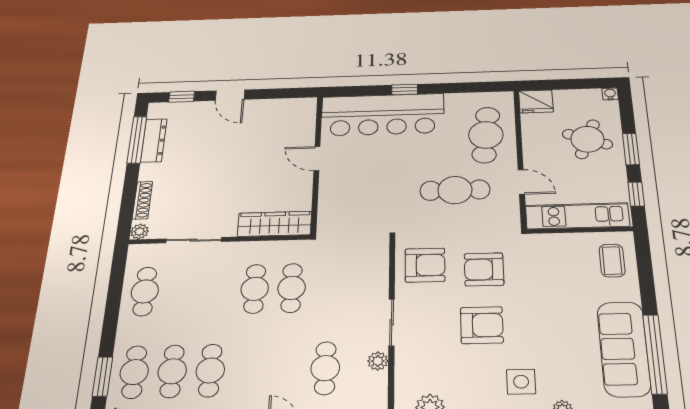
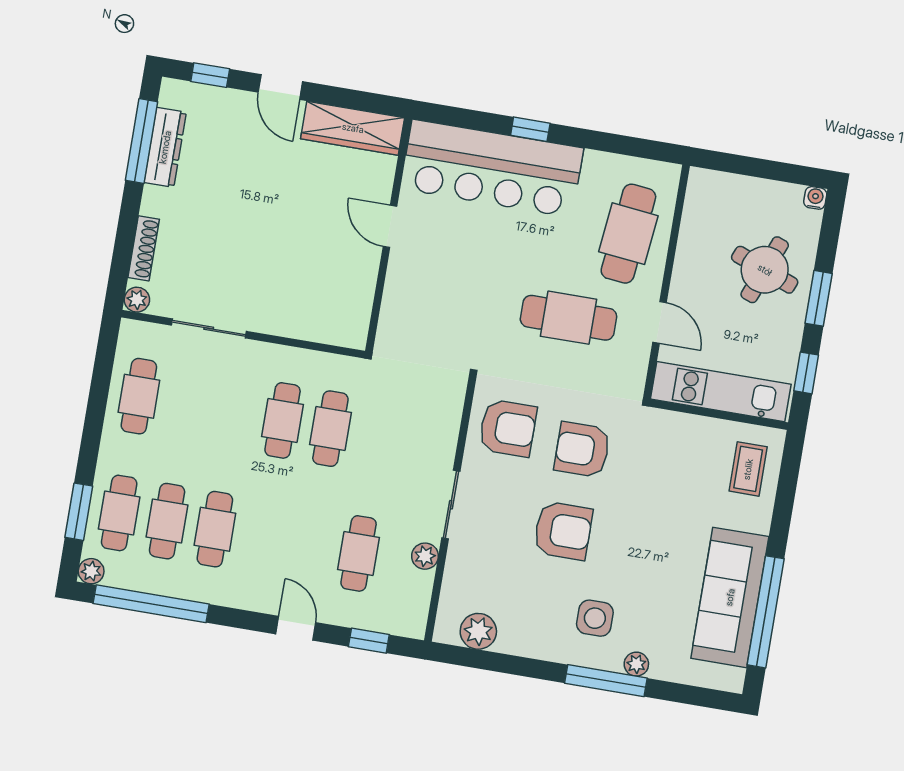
fridge: (536, 101) -> (710, 190), removed
wardrobe: (275, 224) -> (353, 128), moved, turned 180

